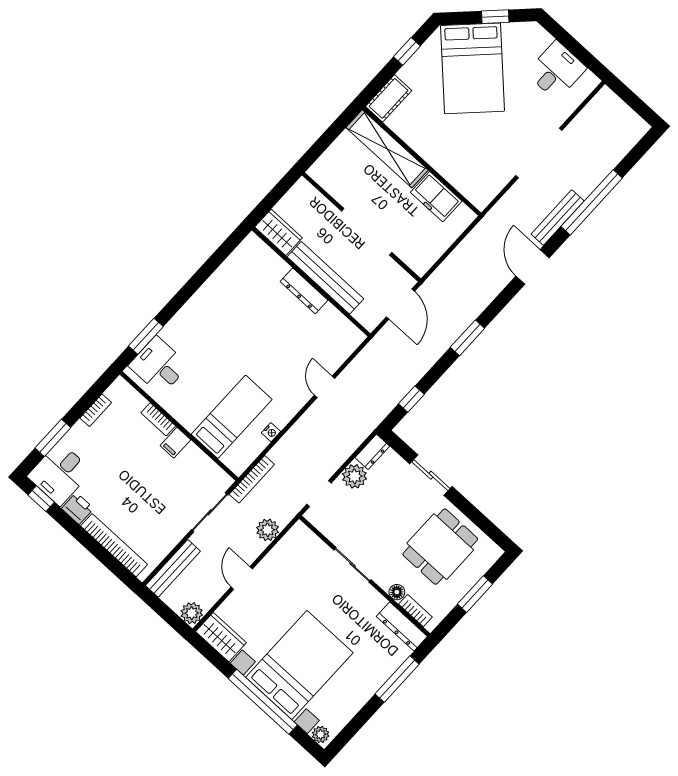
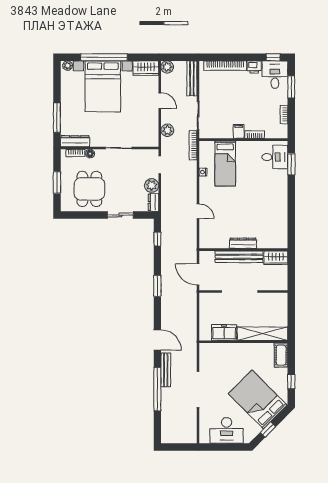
desk: (556, 71) -> (227, 430), width x1.37

